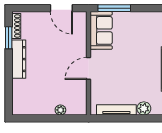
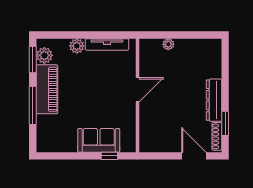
door: (61, 8) -> (194, 156), moved
window: (114, 8) -> (109, 156), width x0.46
sofa: (101, 30) -> (99, 140), moved, turned 90

